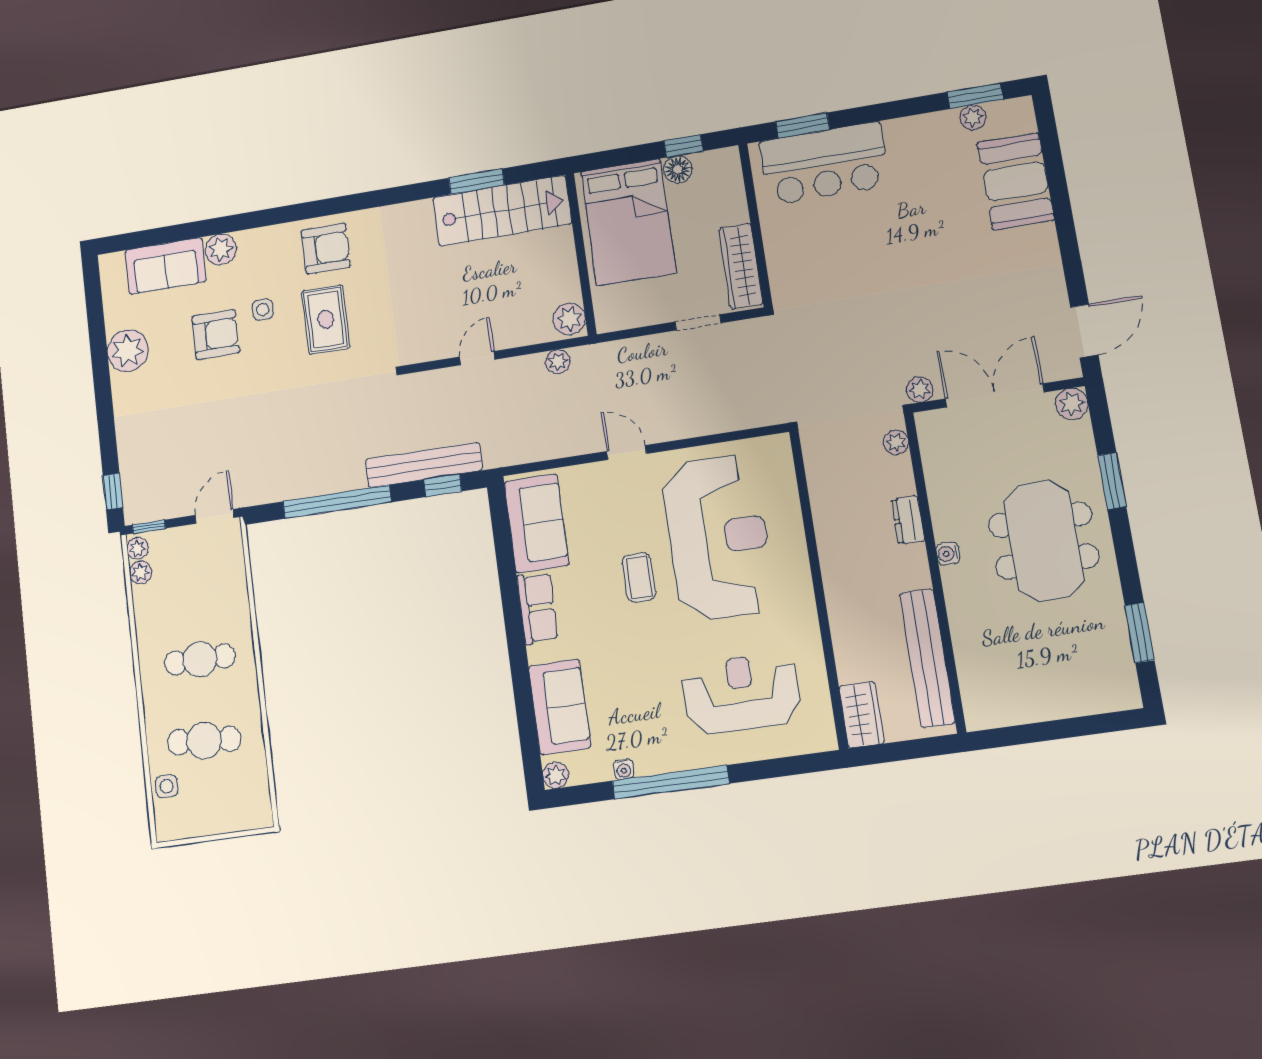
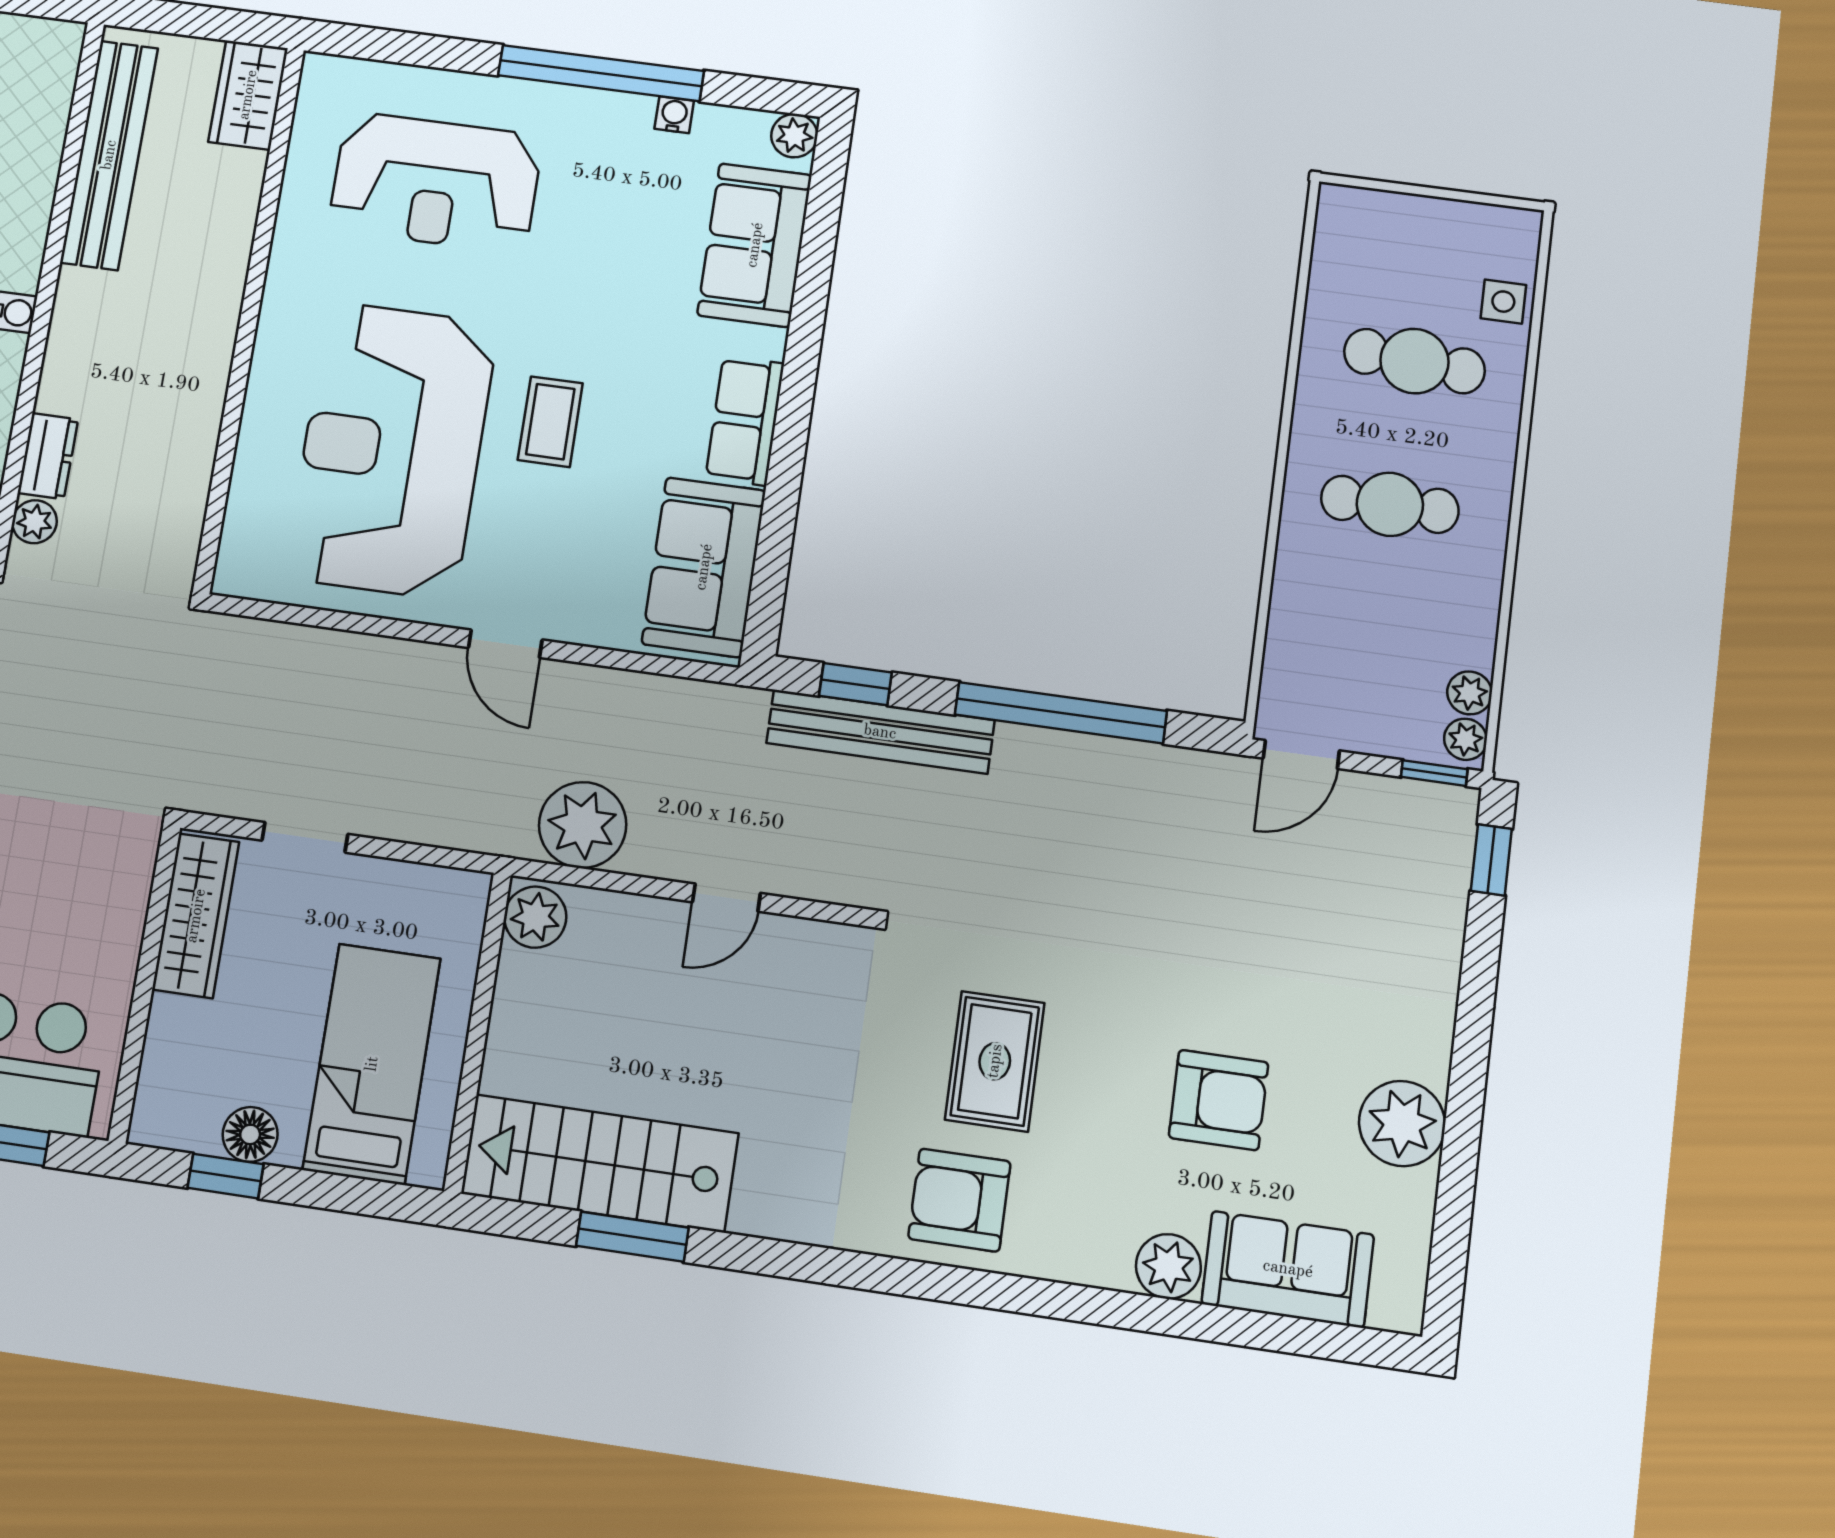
bed: (628, 222) -> (372, 1064), width x0.67
side table: (263, 310) -> (1113, 1120), removed
armchair: (216, 335) -> (1219, 1100), turned 180
plant: (558, 362) -> (583, 825), width x1.88, depth x1.88
dresser: (908, 520) -> (48, 456), moved

